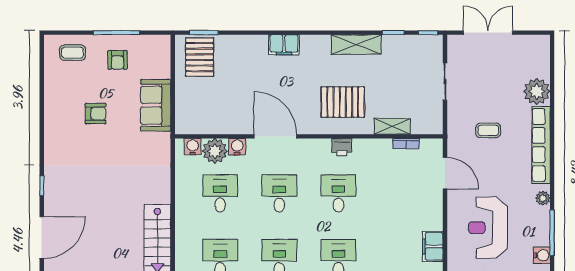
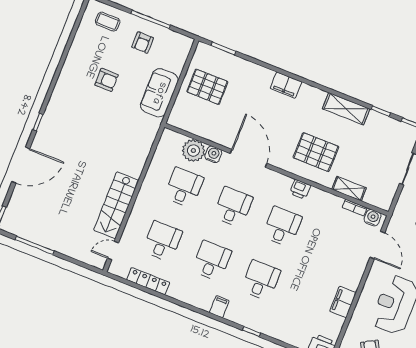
pallet: (200, 57) -> (207, 87), moved, turned 90
water cooler: (193, 147) -> (373, 218), moved

